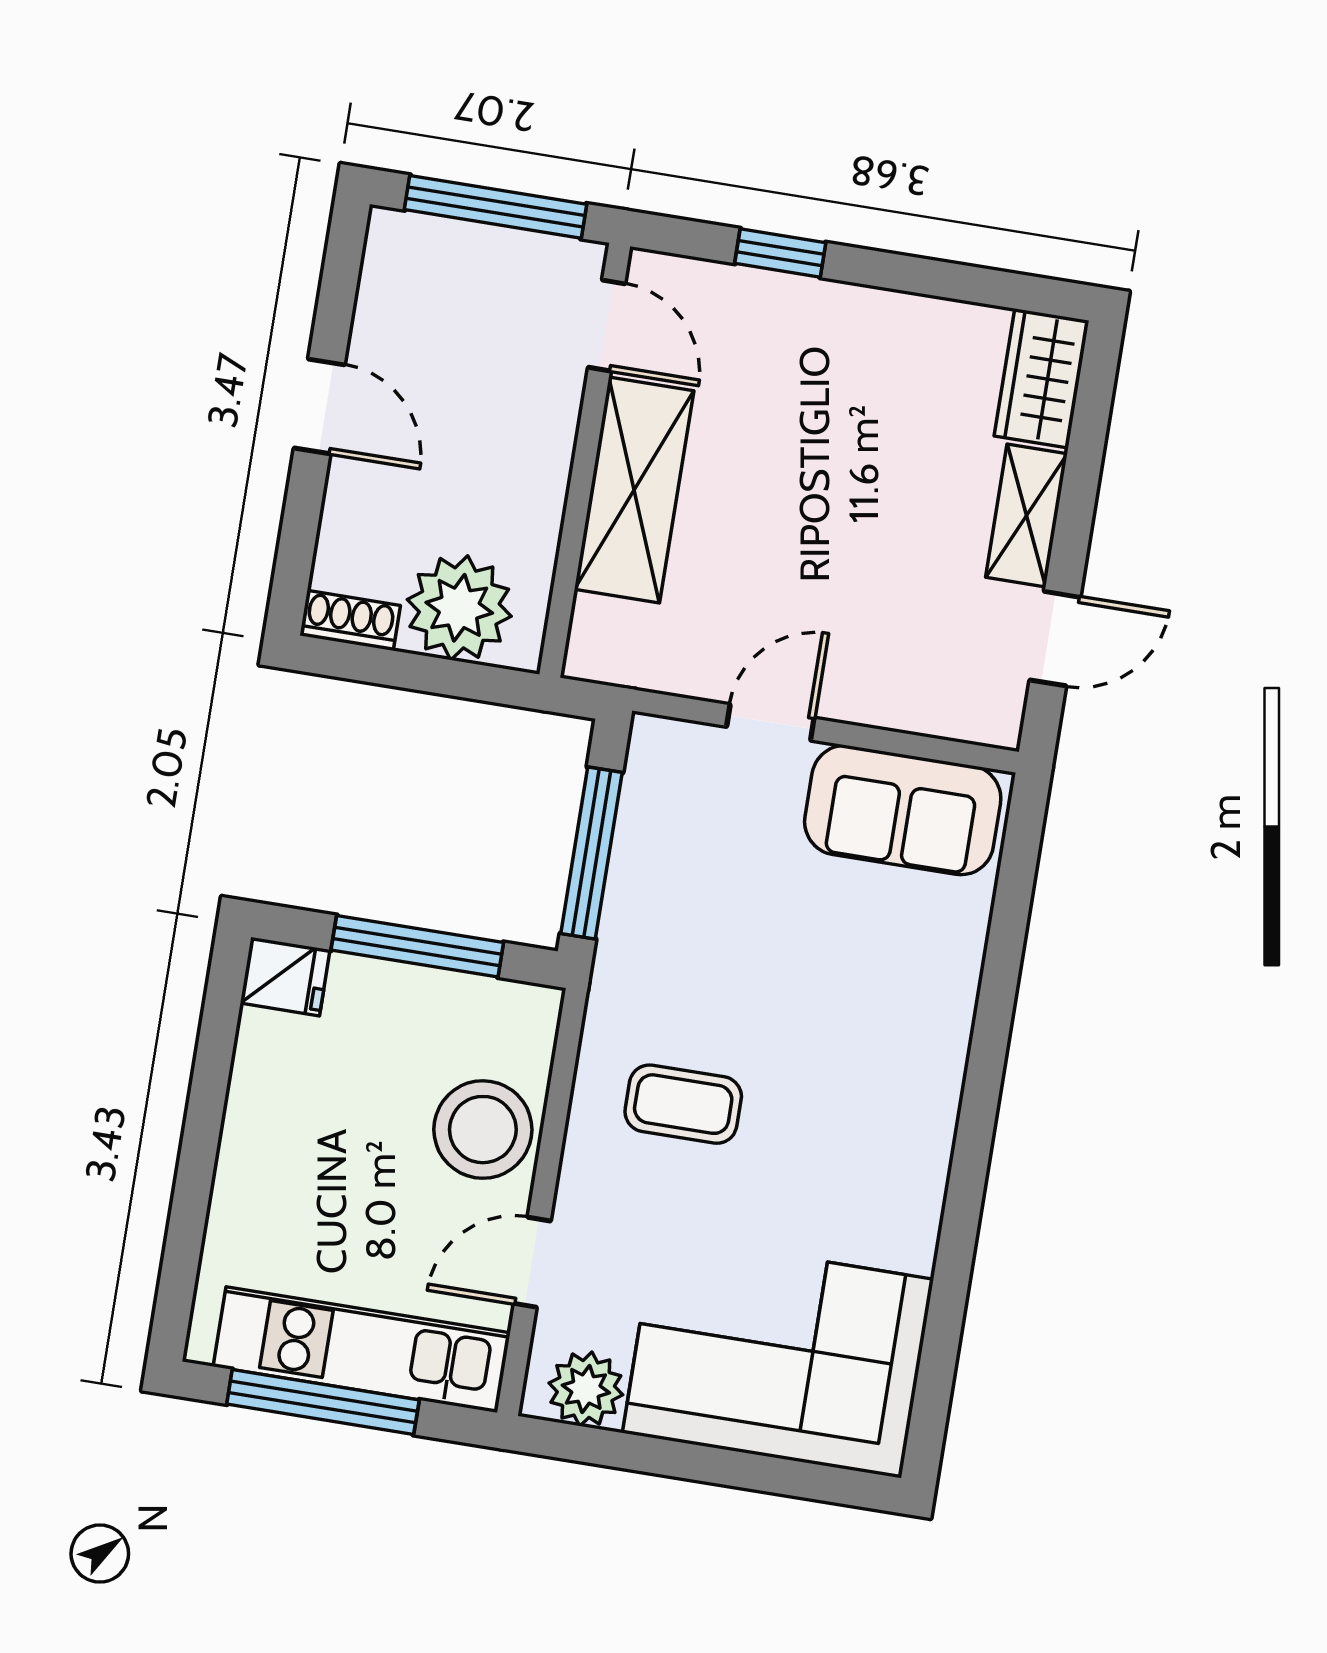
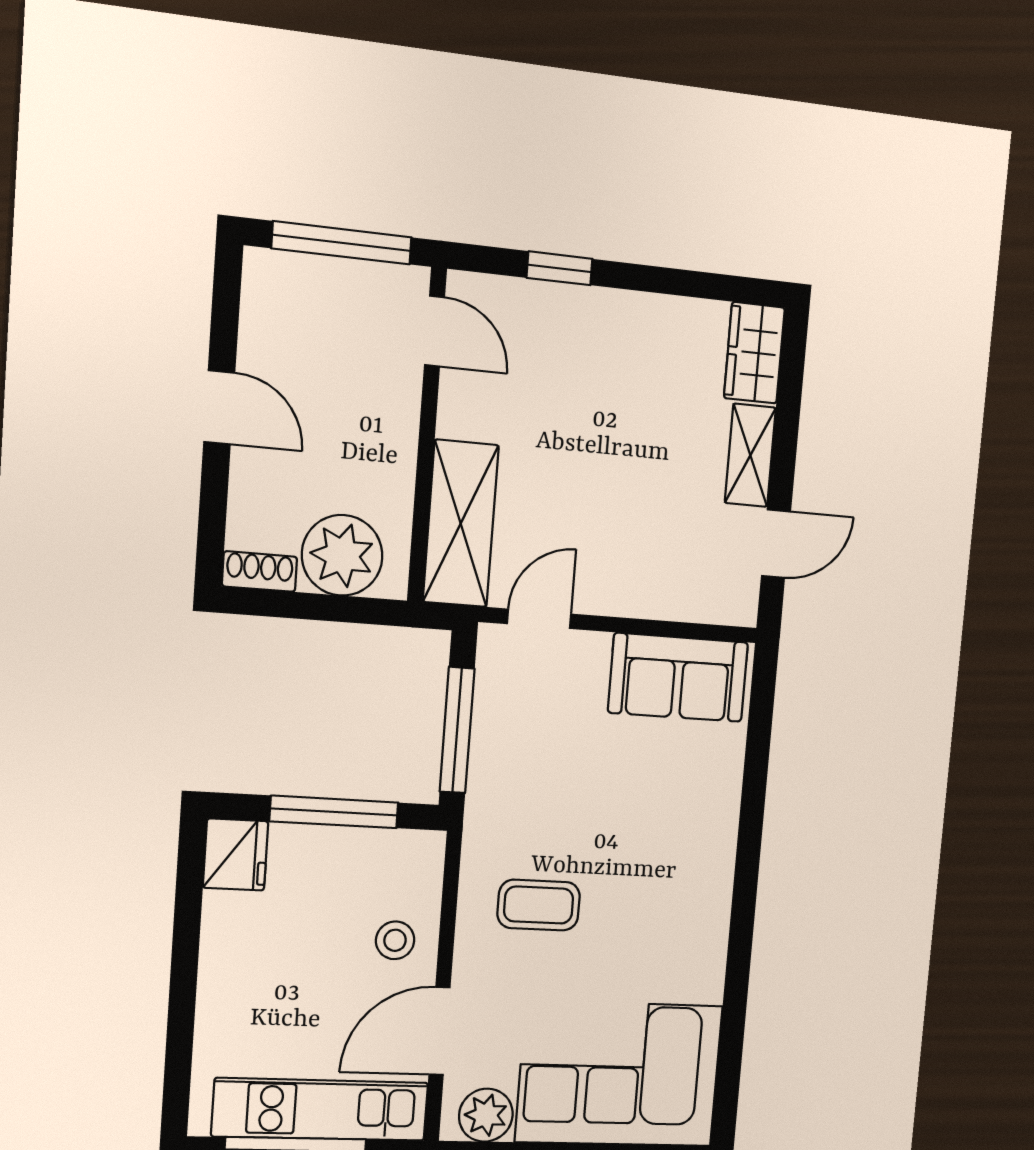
shelving: (634, 490) -> (461, 524), moved
door: (770, 722) -> (539, 619), moved
fridge: (285, 977) -> (236, 854), width x1.38
stool: (483, 1130) -> (395, 940), width x0.53, depth x0.53
door: (532, 1262) -> (440, 1031), width x1.38

